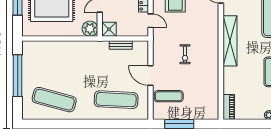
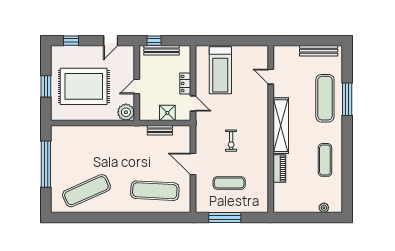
shower: (109, 29) -> (167, 113), moved
exercise mat: (169, 96) -> (229, 183), moved
exercise mat: (54, 100) -> (86, 191), turned -39
piano: (229, 107) -> (279, 168), moved

